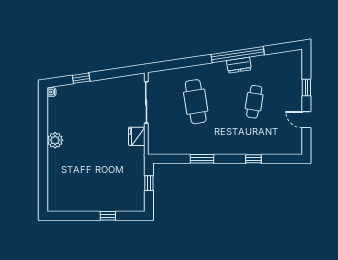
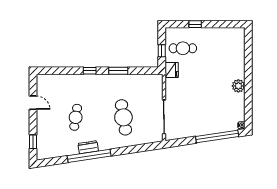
window: (81, 78) -> (217, 137), width x3.17
window: (306, 87) -> (33, 142), moved
fridge: (137, 136) -> (172, 70), moved
window: (254, 159) -> (90, 71), moved
cafe table: (123, 186) -> (183, 48), added

